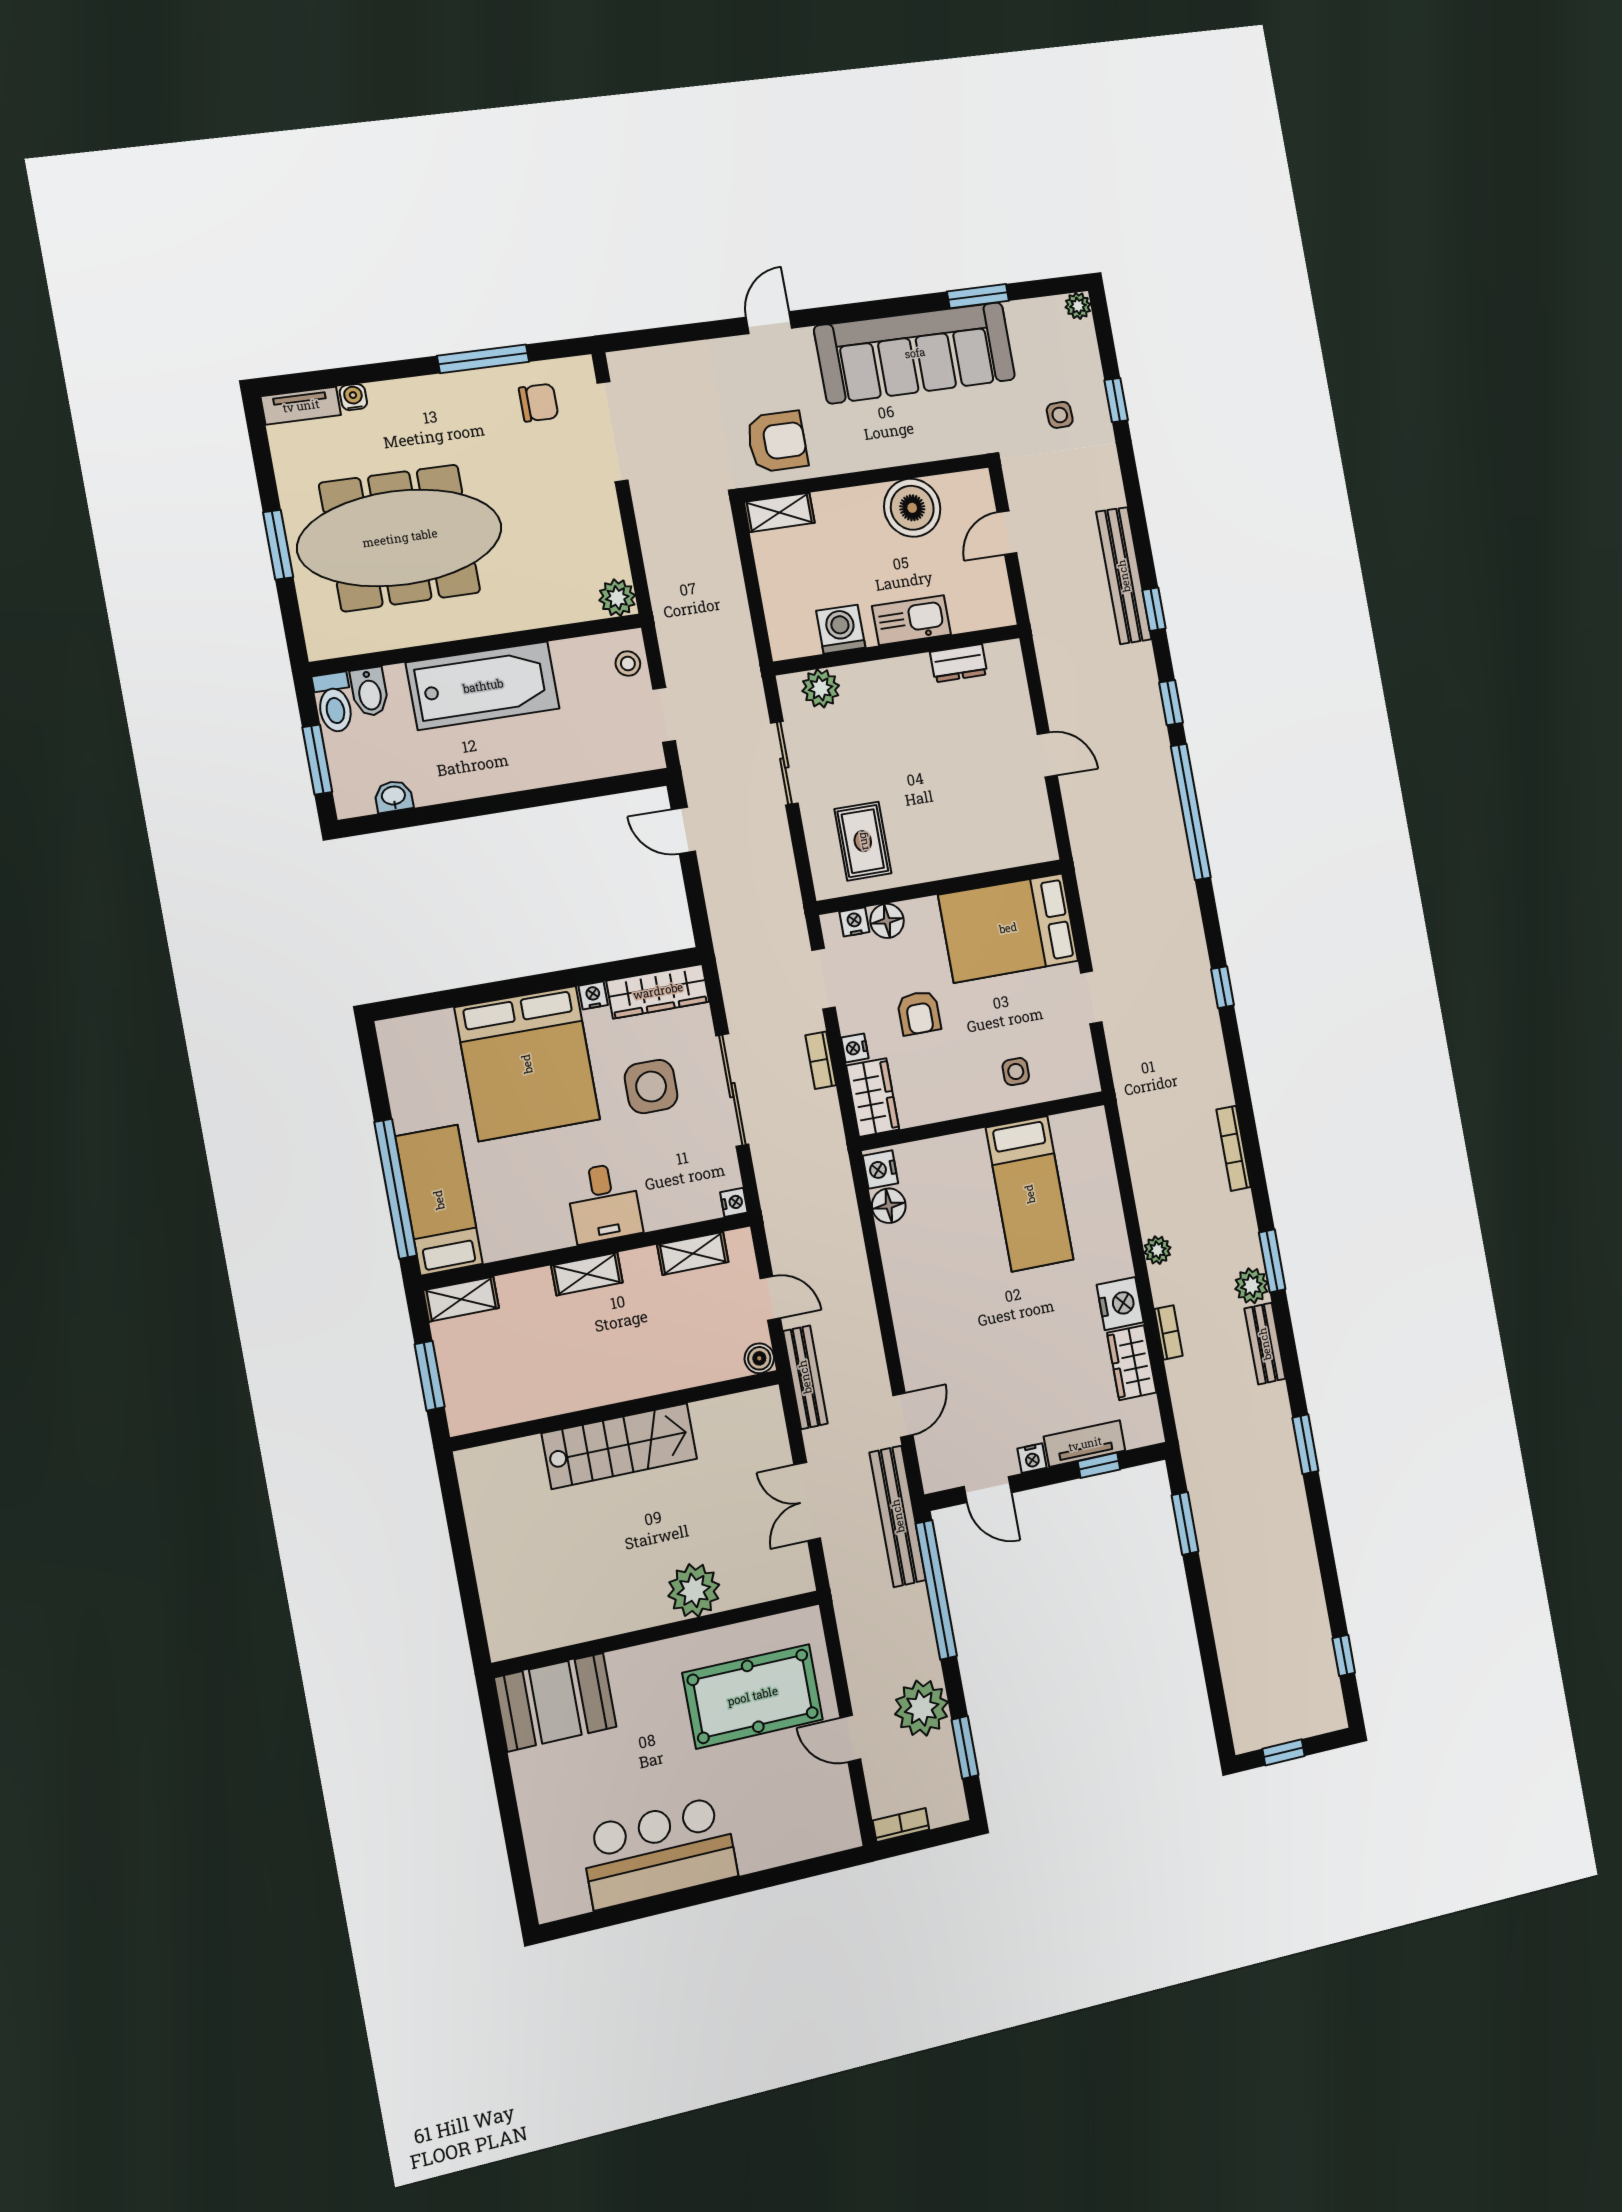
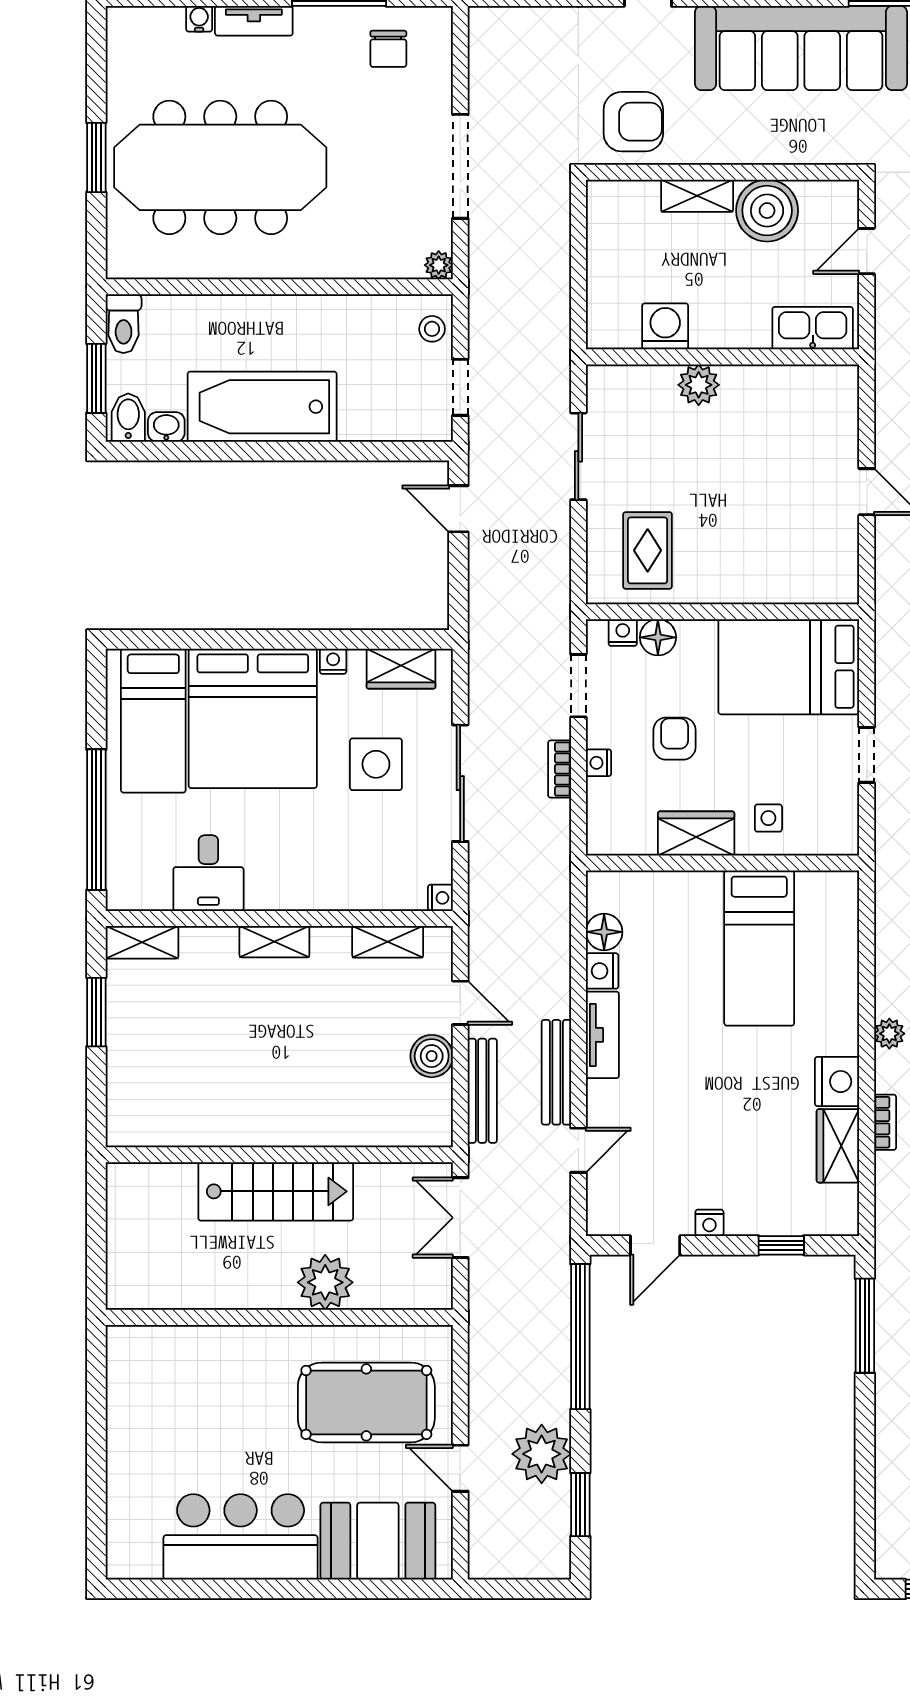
chair: (539, 403) -> (388, 49), turned 90
tv unit: (301, 406) -> (254, 21), moved
doorway: (613, 432) -> (460, 166), moved
shelving: (779, 512) -> (697, 196), moved
plant: (617, 598) -> (439, 265), width x0.73, depth x0.73
kitchen sink: (911, 620) -> (813, 328), moved
dresser: (959, 663) -> (787, 381), removed
bathtub: (483, 686) -> (262, 407), moved, turned 180
plant: (821, 688) -> (699, 385), moved
bidet: (369, 692) -> (128, 418), moved, turned 180
wardrobe: (658, 991) -> (401, 669), width x0.67
armchair: (919, 1013) -> (675, 739), turned 180
wardrobe: (873, 1098) -> (696, 833), moved, turned -90
nightstand: (880, 1169) -> (602, 971), moved
bed: (439, 1200) -> (153, 721), moved, turned 180
desk: (604, 1203) -> (208, 873), moved
boiler: (759, 1358) -> (432, 1056), width x1.36, depth x1.36
wall: (616, 1410) -> (279, 1155), moved
tv unit: (1085, 1444) -> (602, 1035), moved, turned 90
stairs: (619, 1446) -> (276, 1191), moved
door: (988, 1490) -> (655, 1245), hinge flipped
bench: (898, 1516) -> (556, 1072), moved, width x0.73, depth x0.82
window: (1185, 1523) -> (865, 1326), width x1.44
booth: (555, 1702) -> (378, 1541), moved
bookcase: (901, 1825) -> (497, 1568), removed

